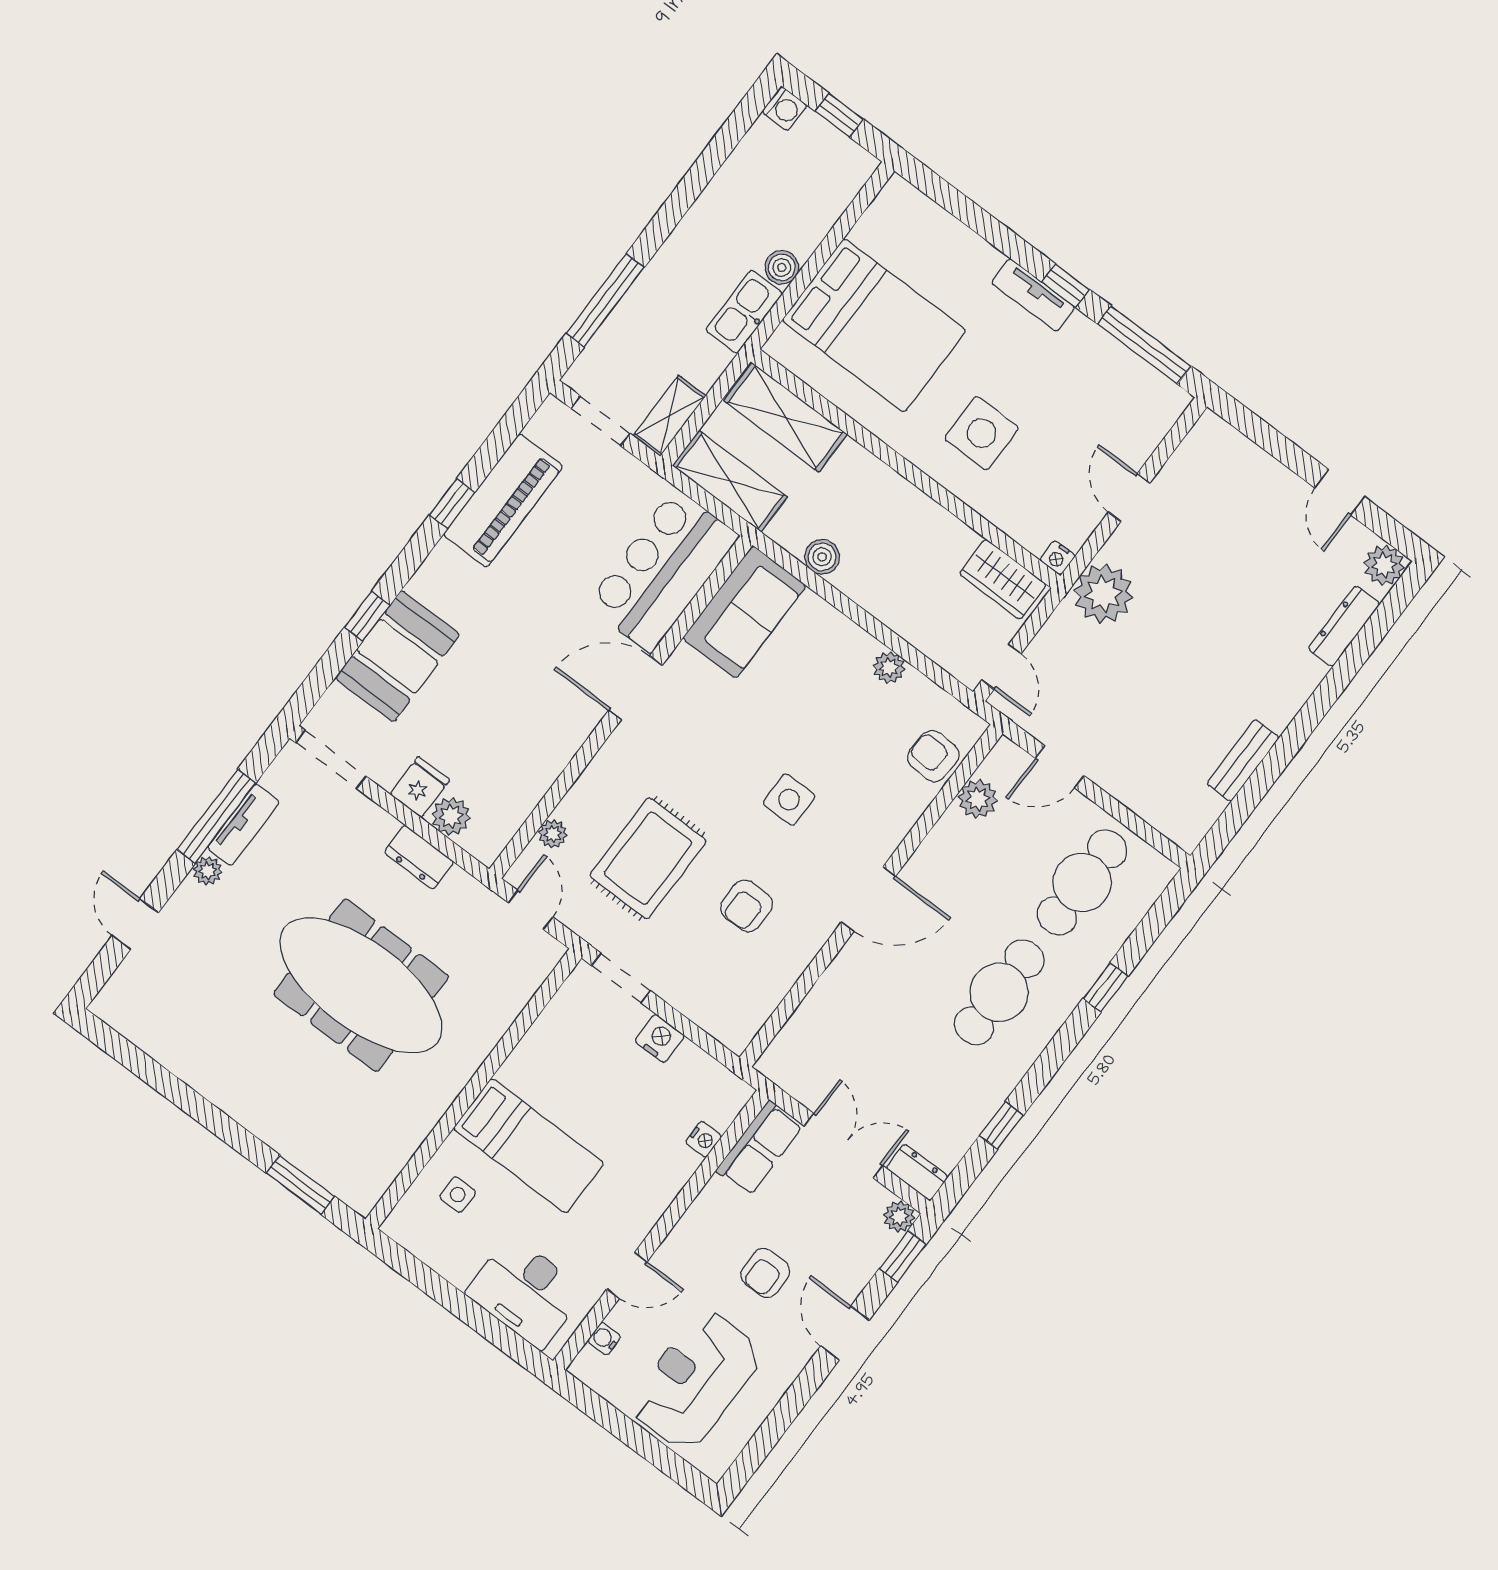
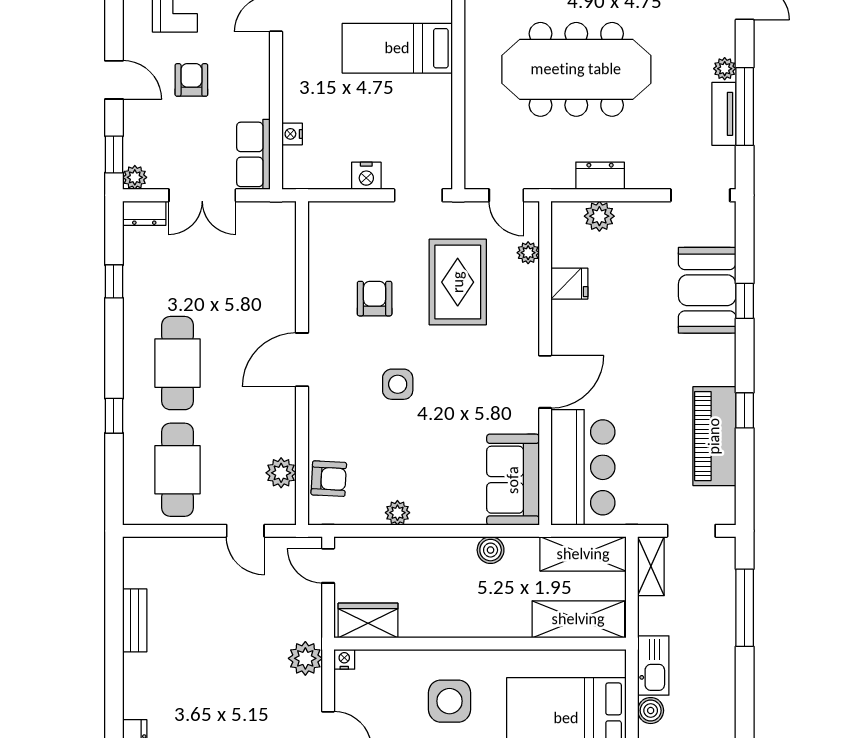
plant: (1103, 594) -> (305, 658), width x0.73, depth x0.73
door: (1060, 767) -> (245, 531), swing flipped
fridge: (420, 787) -> (569, 284), moved, turned -90

